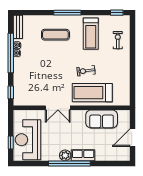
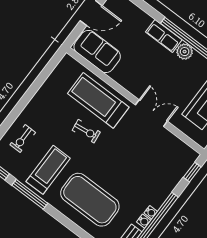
window: (67, 13) -> (30, 194), moved
exercise mat: (55, 35) -> (90, 200), width x2.00, depth x1.45
treadmill: (92, 93) -> (98, 100), turned 180
sofa: (102, 119) -> (97, 51), moved

